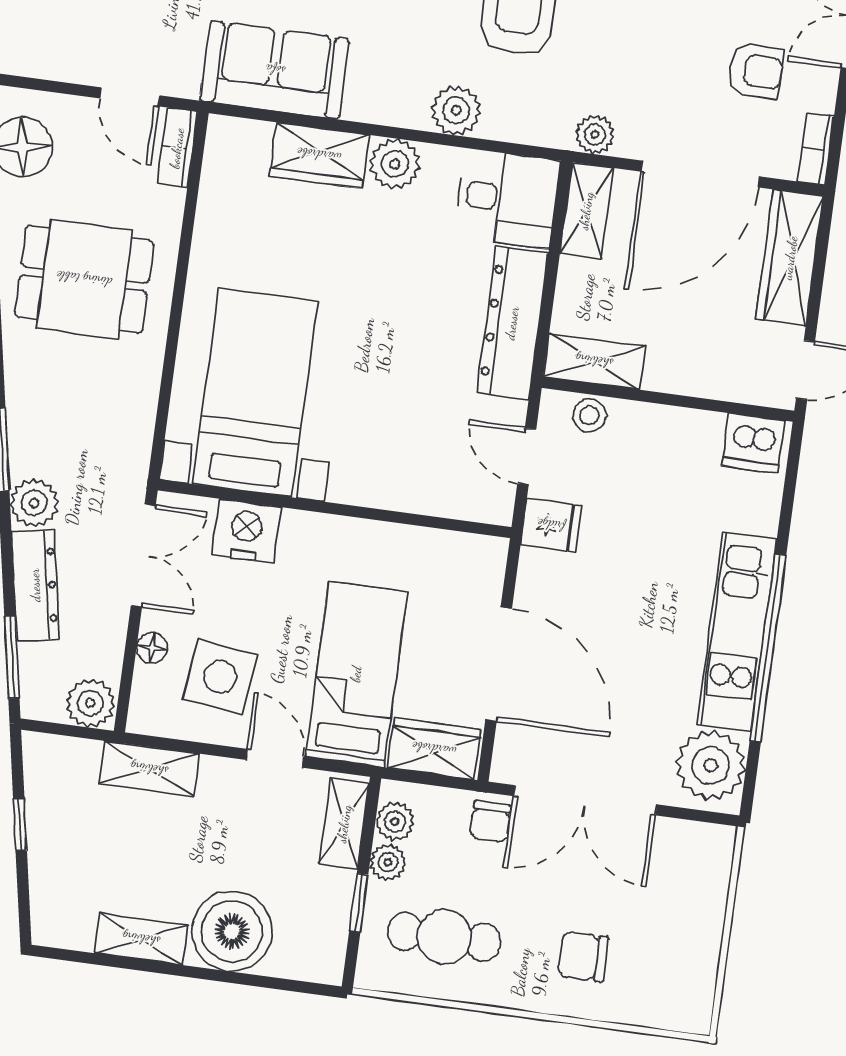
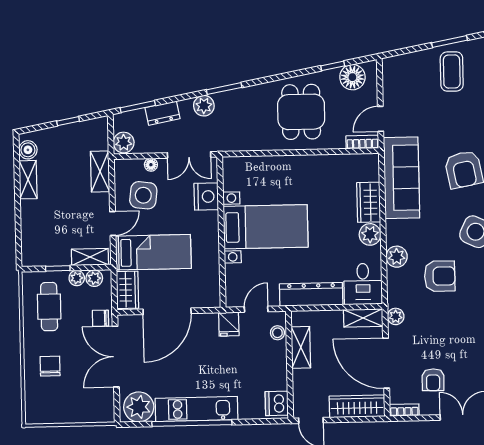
sofa: (275, 70) -> (402, 178), width x1.36
shelving: (594, 361) -> (301, 347), moved
bed with nightstands: (255, 393) -> (266, 227), moved
dresser: (35, 585) -> (162, 113), width x0.70
boiler: (232, 931) -> (28, 150), moved, width x0.54, depth x0.54

